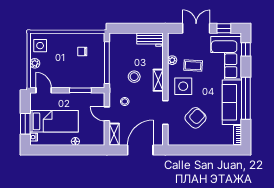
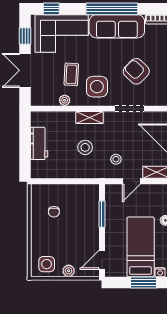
workbench: (150, 40) -> (39, 143), moved
window: (107, 63) -> (68, 181), removed

